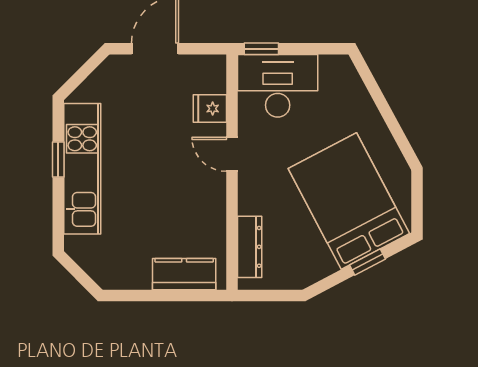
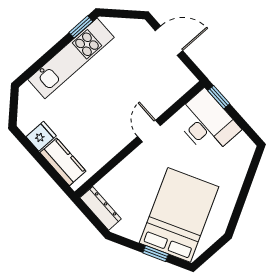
fridge: (210, 109) -> (41, 136), moved, turned 90
window: (58, 159) -> (81, 27), moved
dresser: (250, 247) -> (101, 208), moved, turned -90

